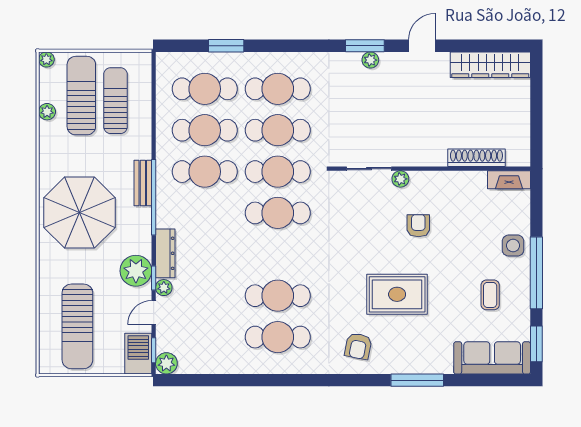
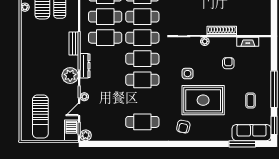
shoe rack: (476, 158) -> (222, 31), moved
fireplace: (509, 180) -> (248, 42), moved
parasol: (80, 213) -> (41, 59), removed
armchair: (418, 226) -> (228, 63), moved
side table: (513, 246) -> (188, 74), moved
dresser: (165, 253) -> (85, 66), moved
plant: (136, 271) -> (70, 76), moved
rug: (397, 294) -> (203, 100), width x1.37, depth x1.44
cafe table: (278, 296) -> (142, 80), moved
window: (417, 380) -> (242, 144), moved

